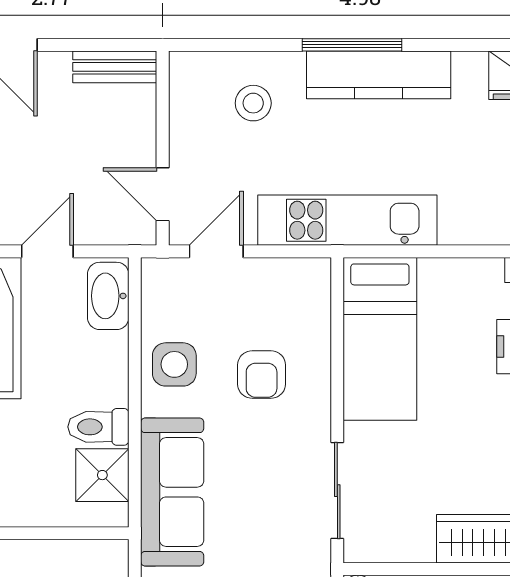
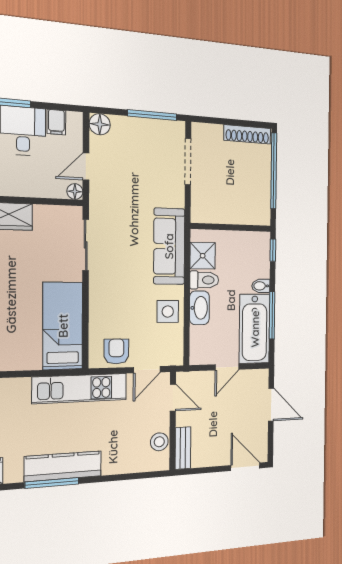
window: (352, 45) -> (52, 483), moved
bench: (115, 67) -> (183, 448), moved, turned 90
stool: (253, 103) -> (159, 442), moved
washbasin: (108, 296) -> (199, 308), moved
armchair: (262, 375) -> (116, 351), moved

